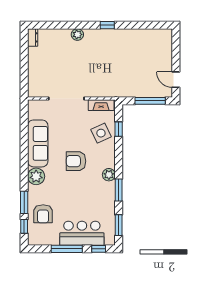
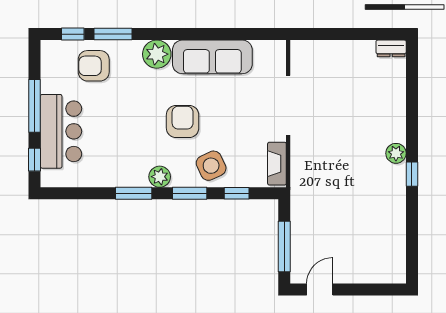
plant: (77, 34) -> (396, 153), moved
side table: (101, 133) -> (211, 166), moved
window: (119, 225) -> (190, 193), moved

